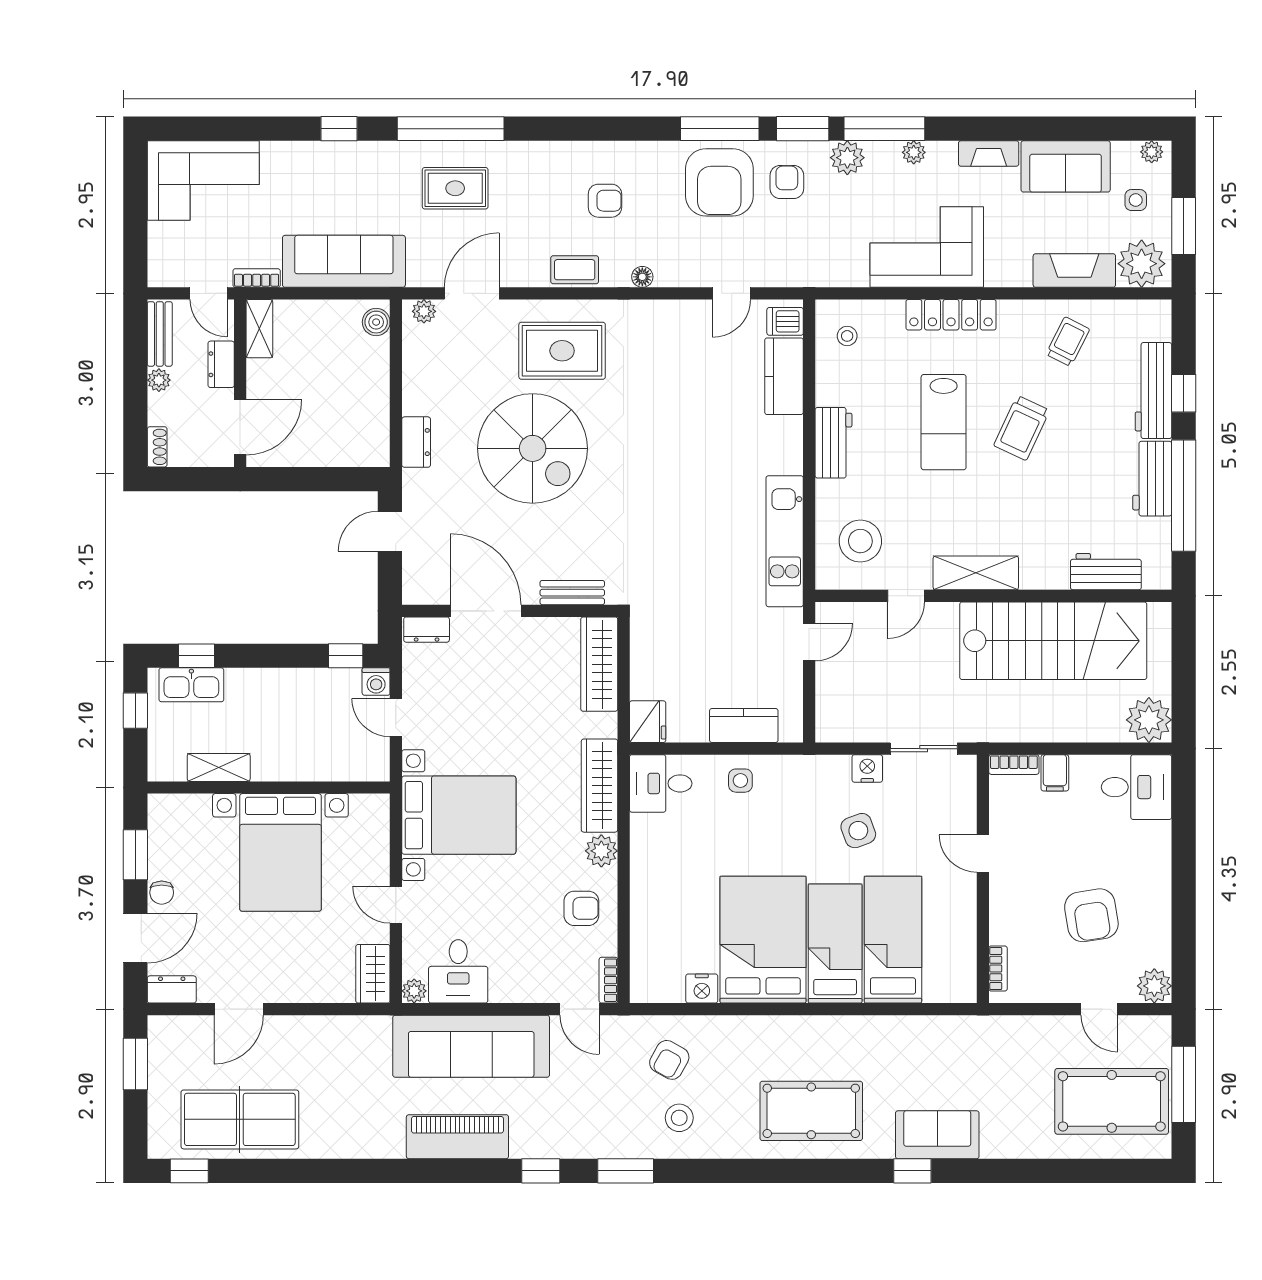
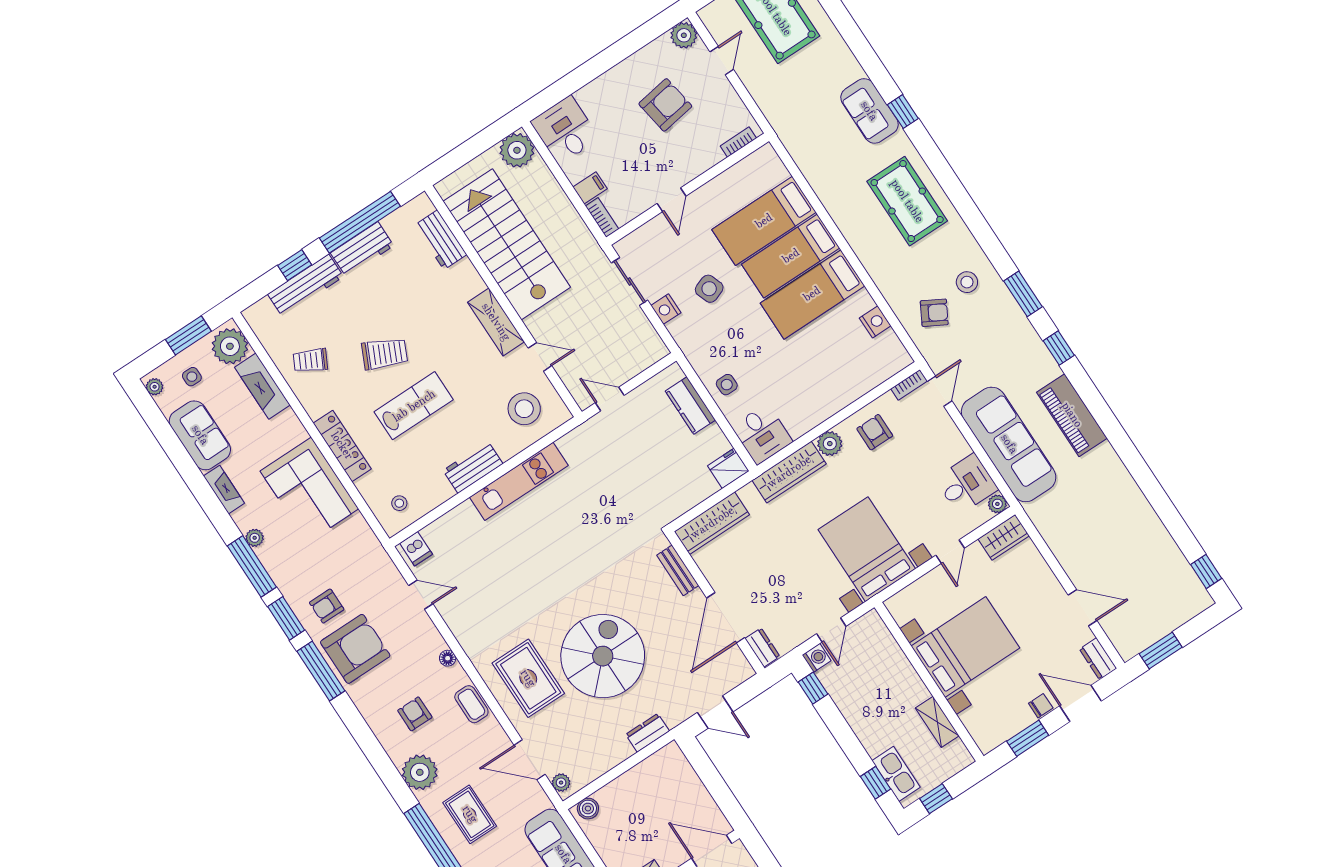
plant: (847, 158) -> (420, 772), moved, width x1.36, depth x1.36
kitchen counter: (784, 376) -> (451, 526), removed
kitchen unit: (785, 541) -> (519, 481), moved
bed: (763, 940) -> (812, 294), width x0.67
table tennis table: (240, 1119) -> (1152, 561), removed

